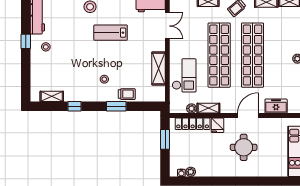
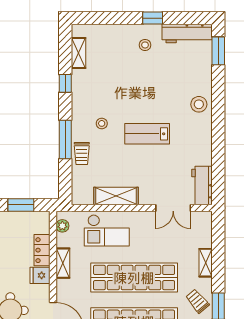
lab bench: (111, 33) -> (147, 134), moved, turned -90
window: (116, 106) -> (65, 140), width x1.44
plant: (191, 108) -> (62, 226), moved
locker: (193, 124) -> (42, 250), width x0.66

